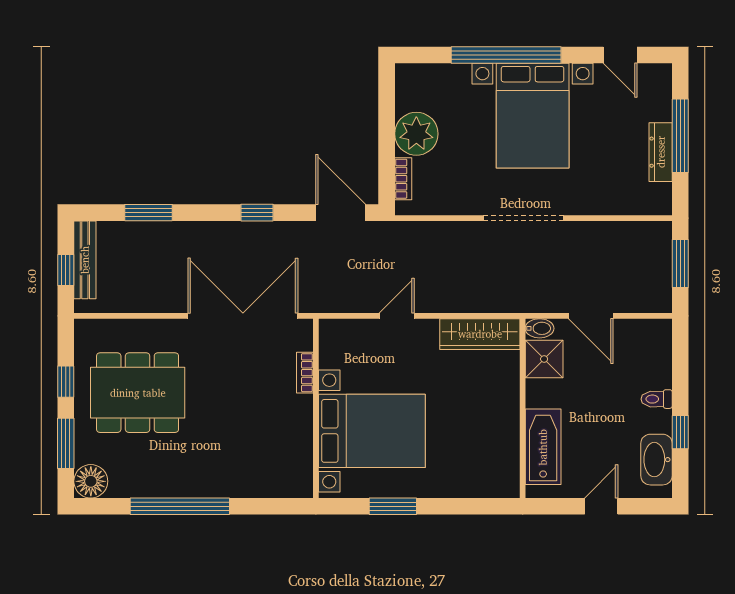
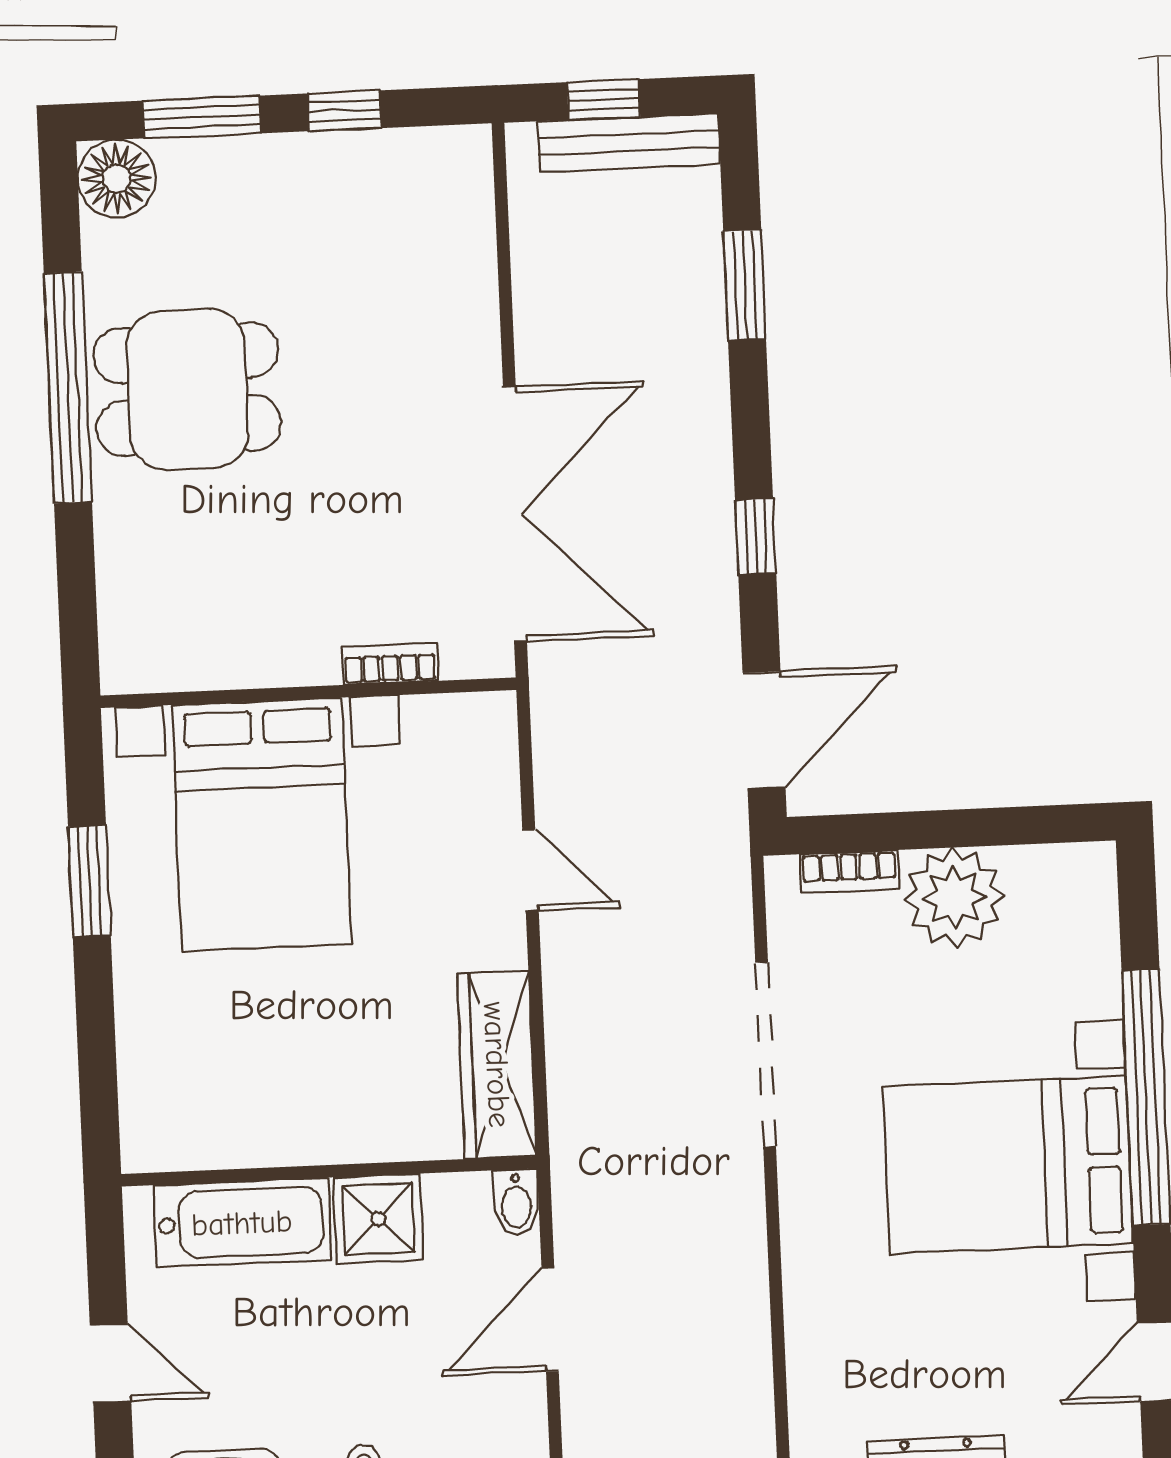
doorway: (524, 218) -> (766, 1055), moved
shower: (544, 359) -> (378, 1219), moved
dining table: (138, 393) -> (187, 389), moved, width x0.73

